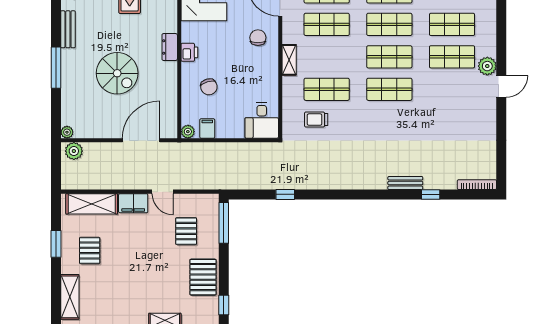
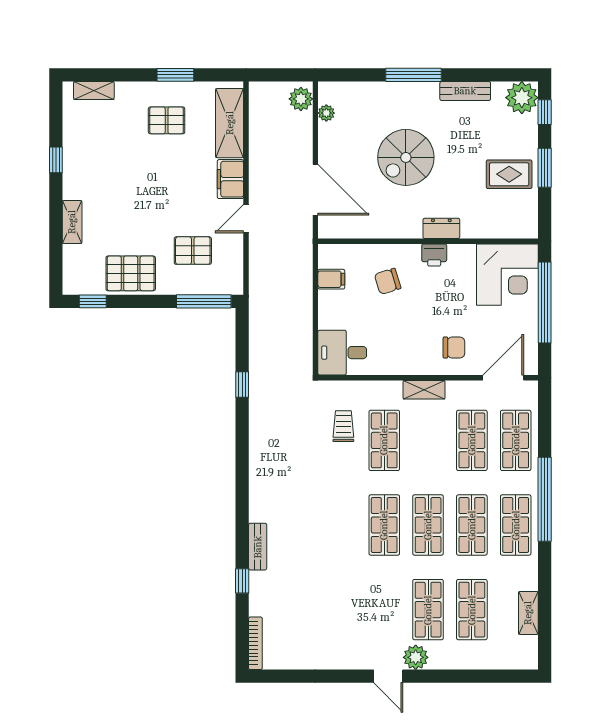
plant: (67, 132) -> (326, 113), moved
plant: (188, 132) -> (327, 253), removed
shelving: (70, 297) -> (94, 90), width x0.67, depth x0.75

